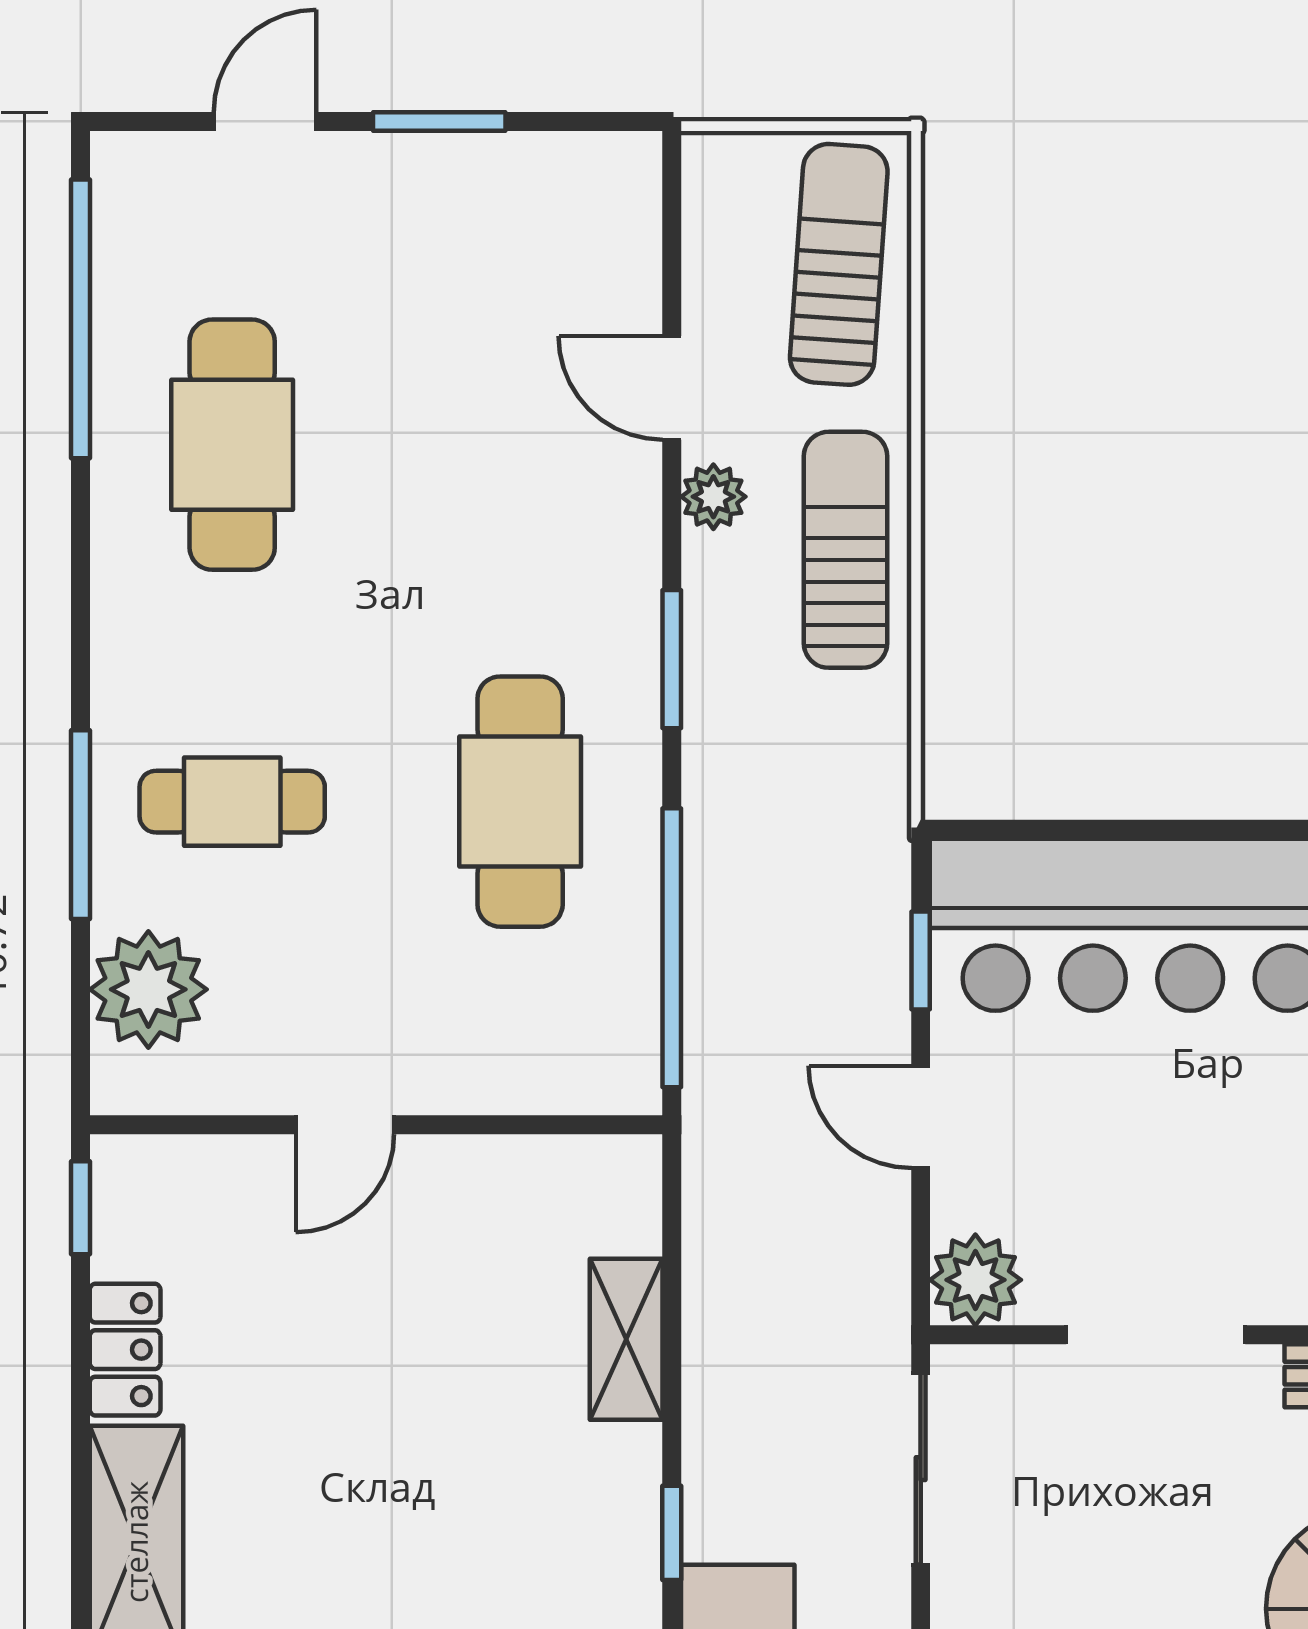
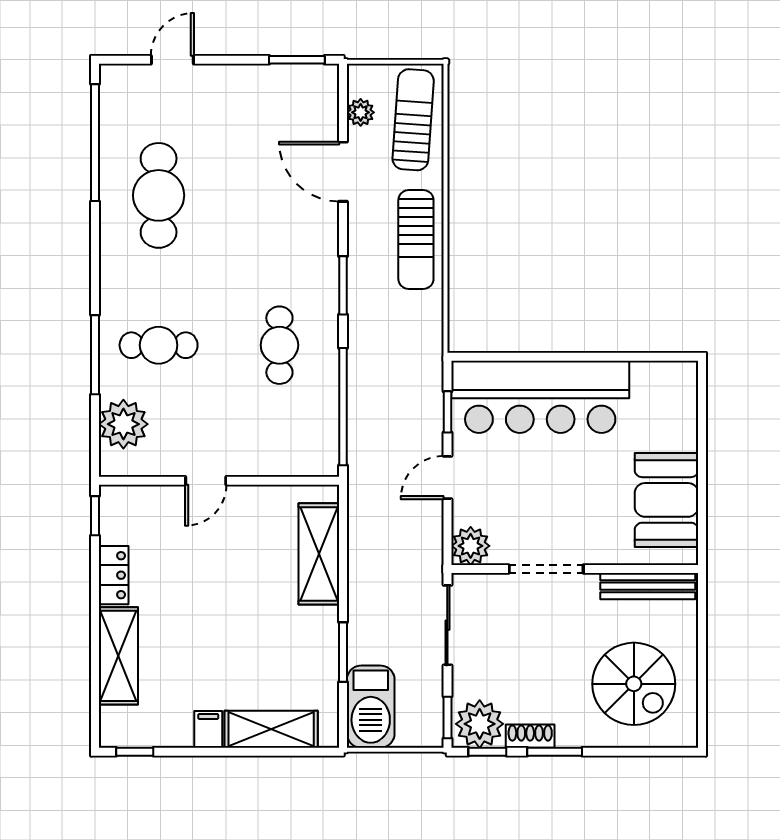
window: (439, 121) -> (297, 60), moved
door: (672, 388) -> (343, 172), width x1.38
plant: (713, 497) -> (361, 112), moved
sun lounger: (845, 550) -> (416, 240), turned 180
cafe table: (520, 802) -> (279, 345), width x0.73, depth x0.74
door: (921, 1117) -> (447, 478), hinge flipped
shelving: (626, 1339) -> (319, 554), width x1.50, depth x1.33
window: (672, 1533) -> (343, 652), width x1.50

